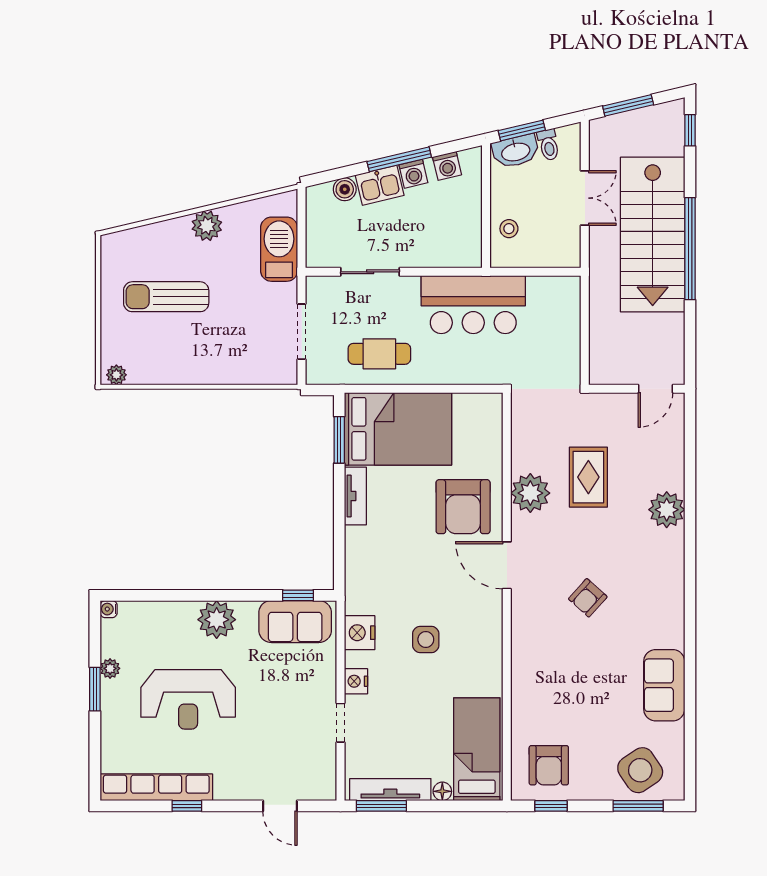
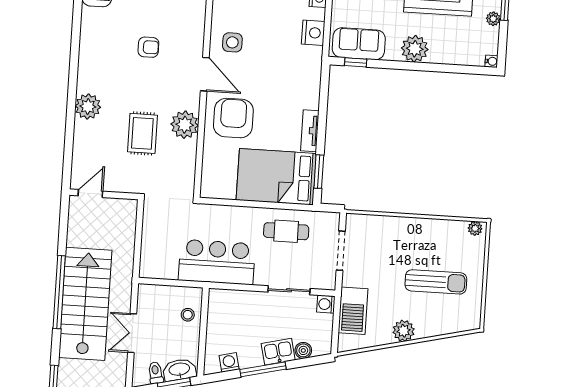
washing machine: (413, 174) -> (326, 304), moved, turned -77
armchair: (588, 598) -> (148, 47), turned 48
side table: (426, 639) -> (232, 42), moved

